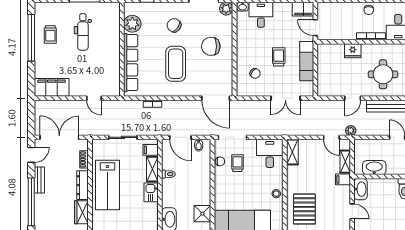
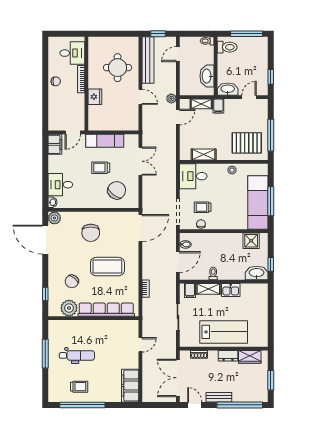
chair: (174, 25) -> (72, 281), moved
chair: (255, 73) -> (117, 190), width x1.87, depth x1.87
shelving: (292, 152) -> (204, 154), moved
dresser: (83, 185) -> (228, 356), width x0.70

